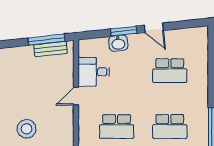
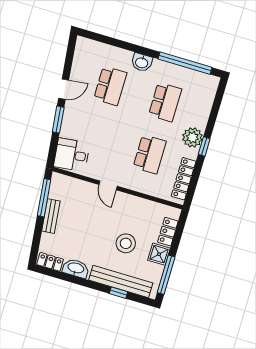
washbasin: (118, 43) -> (142, 62), moved, turned 96
bench: (51, 49) -> (51, 216), moved
desk: (94, 72) -> (72, 155), moved, turned 84

